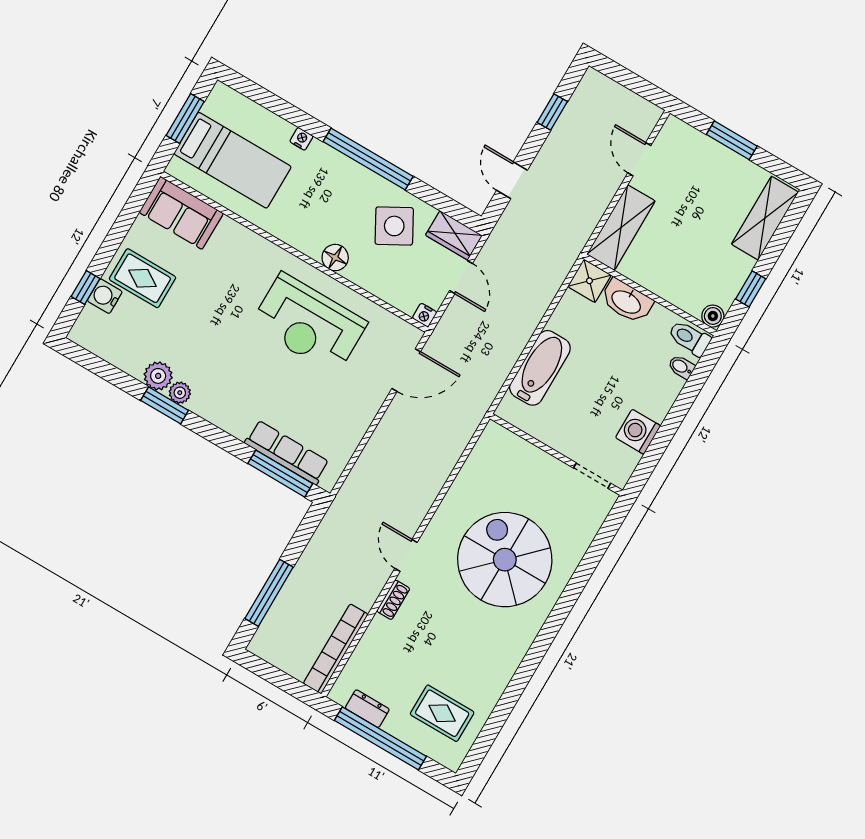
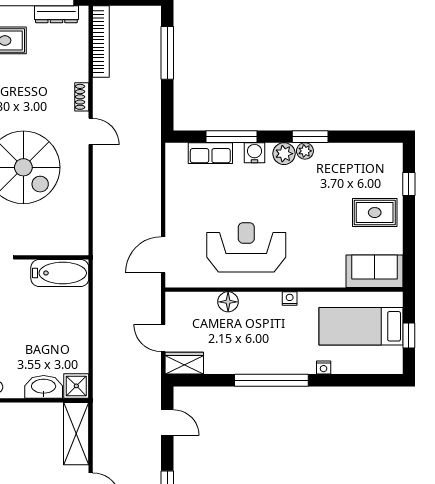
window: (185, 119) -> (409, 335), width x0.67
side table: (394, 226) -> (228, 346), removed
floor lamp: (335, 258) -> (228, 302), moved
water cooler: (105, 296) -> (255, 153), moved, turned -90
nightstand: (425, 315) -> (290, 299), moved
bathtub: (540, 368) -> (60, 273), moved, turned -90
plant: (158, 376) -> (284, 154), moved
row of seats: (287, 453) -> (210, 153), width x0.68
window: (280, 474) -> (231, 137), moved
dresser: (367, 709) -> (56, 14), width x1.44

